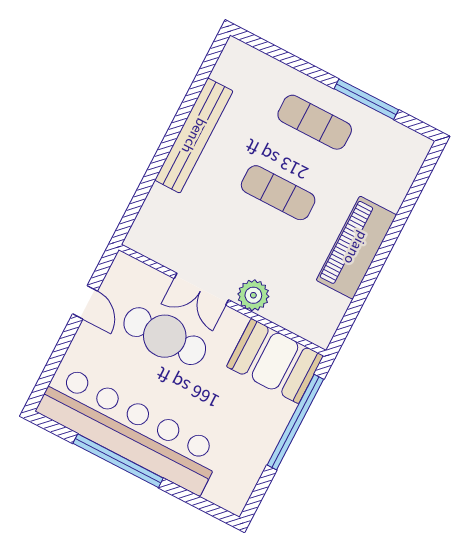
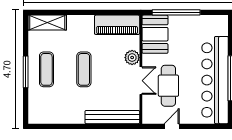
window: (366, 99) -> (26, 72), moved
bench: (194, 136) -> (112, 117), moved
shelving: (402, 169) -> (47, 23), added
piano: (356, 248) -> (117, 25), moved

